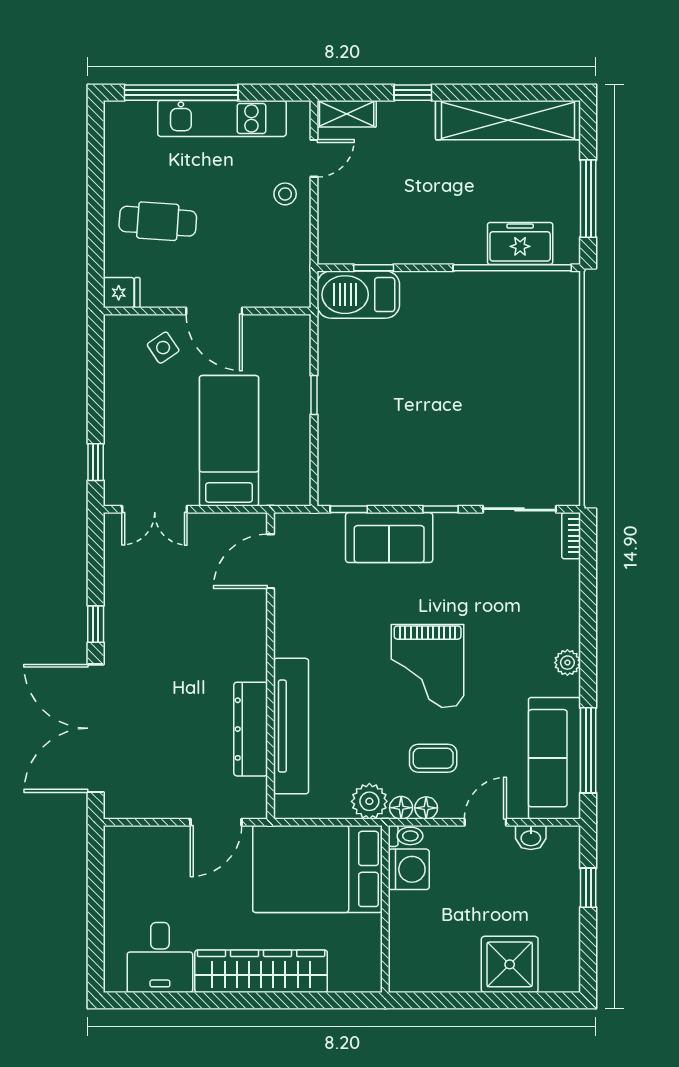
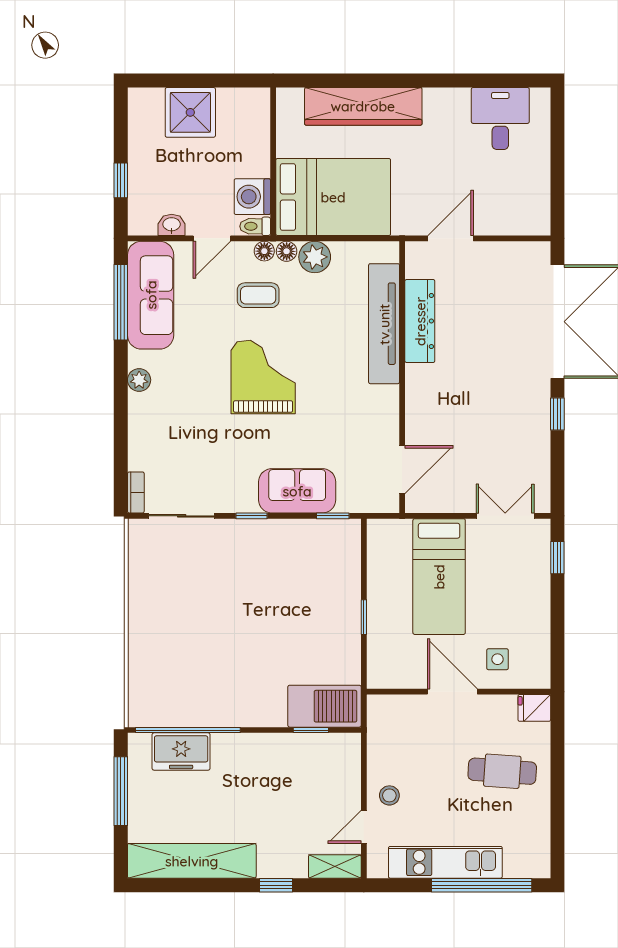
side table: (163, 348) -> (498, 659), turned 34
toilet: (406, 836) -> (255, 226), moved
bed: (317, 869) -> (333, 197), moved
washing machine: (409, 869) -> (252, 197), moved
wall: (385, 909) -> (273, 162), moved
wardrobe: (261, 971) -> (363, 106), moved

